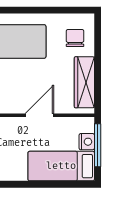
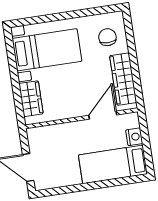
door: (39, 115) -> (103, 115), moved
window: (98, 145) -> (145, 139), removed

